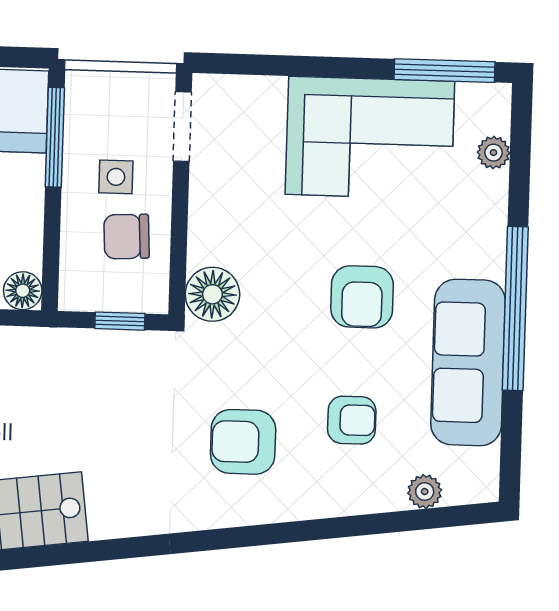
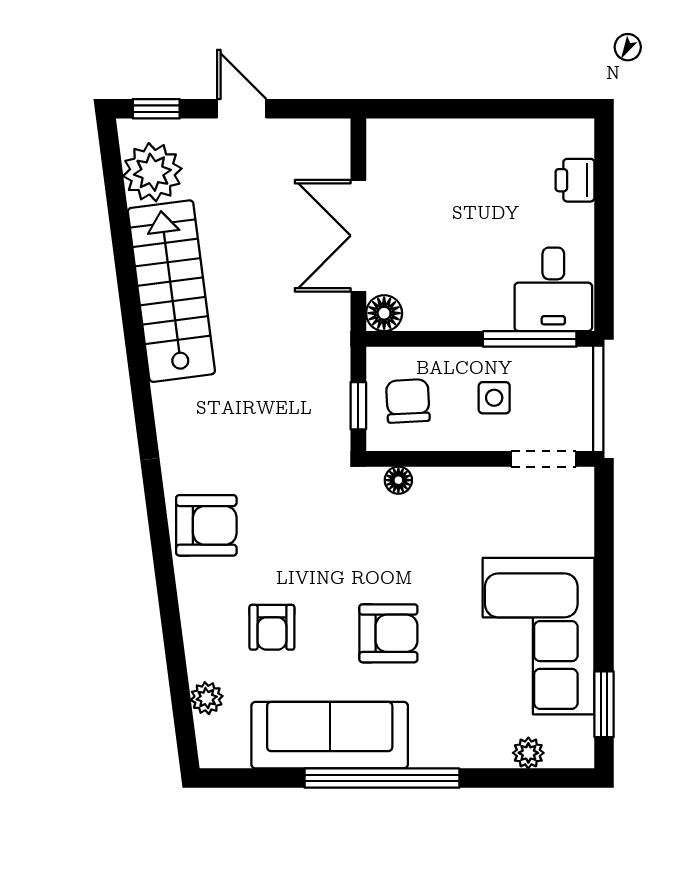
window: (445, 71) -> (604, 704), width x0.69
chair: (127, 237) -> (408, 401), moved
floor lamp: (212, 294) -> (398, 480), width x0.53, depth x0.53
armchair: (362, 297) -> (388, 633), turned 180
armchair: (243, 442) -> (206, 525), moved, turned 90

